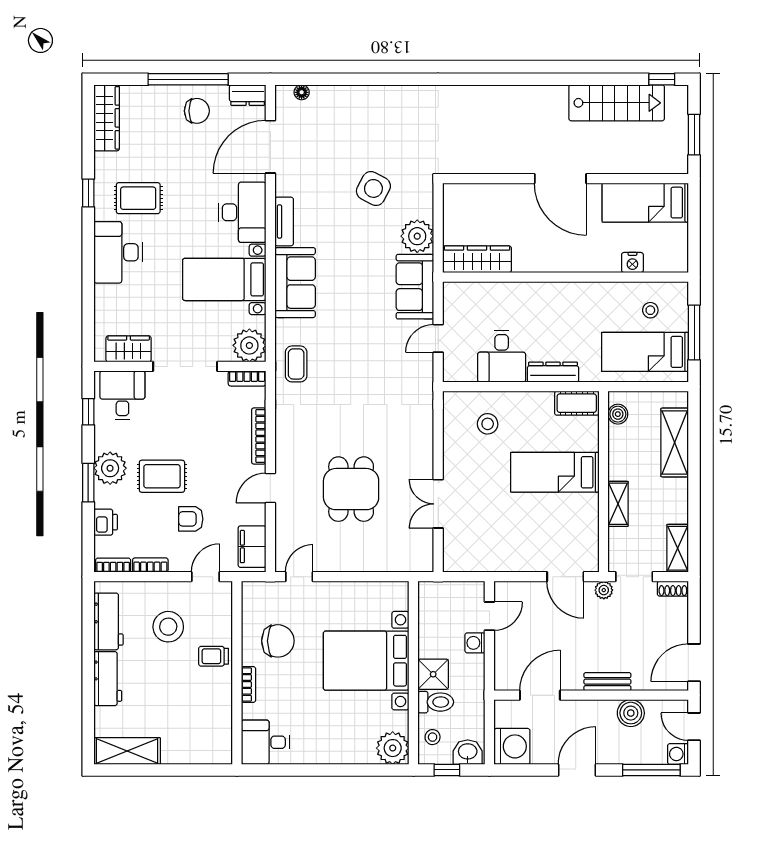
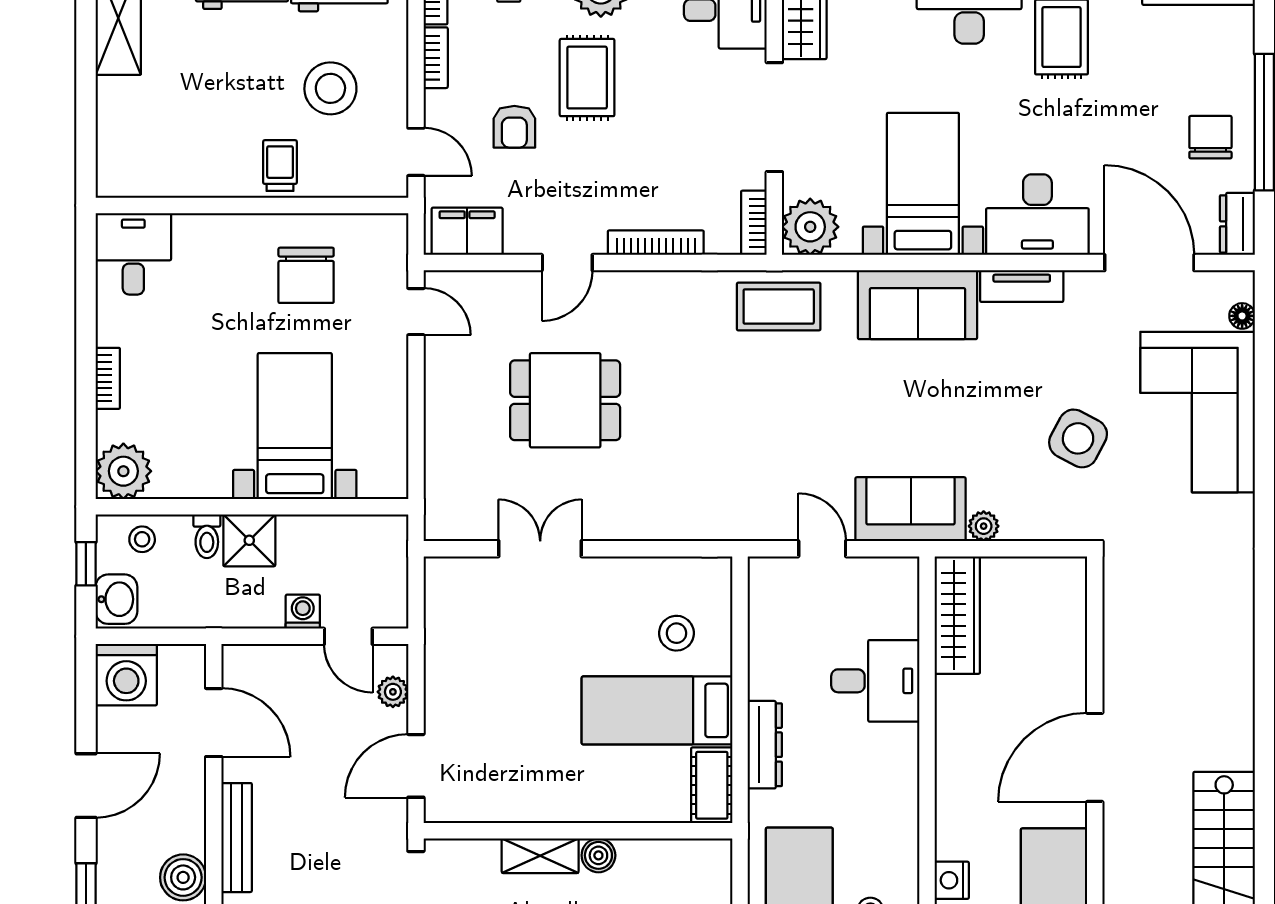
chair: (197, 111) -> (1210, 137), turned 180
corner sofa: (358, 118) -> (1198, 412), added
plant: (417, 236) -> (984, 526), width x0.53, depth x0.53
desk: (502, 356) -> (875, 681), moved, turned 180
coffee table: (296, 364) -> (779, 307), width x1.36, depth x1.30
boiler: (618, 414) -> (598, 855), moved
bed: (555, 472) -> (657, 710), moved, turned -90
door: (270, 488) -> (567, 263), swing flipped
armchair: (191, 519) -> (514, 127), turned 180
plant: (604, 590) -> (393, 692), moved
bed with nightstands: (366, 661) -> (295, 426), width x0.73
bench: (607, 682) -> (237, 838), width x1.36
bookcase: (248, 684) -> (108, 378), moved, turned -90
toilet: (436, 702) -> (207, 536), width x0.73, depth x0.72
door: (577, 770) -> (86, 786), hinge flipped

